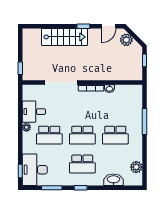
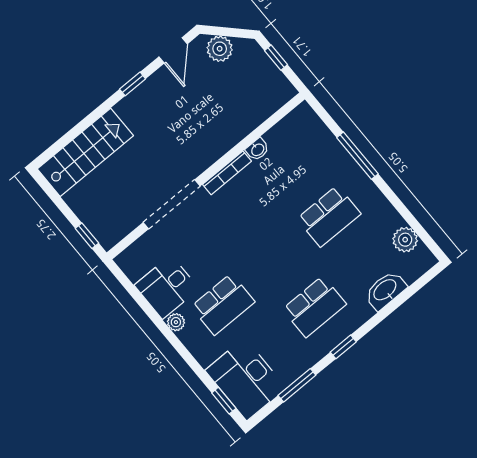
stairs: (64, 37) -> (85, 152), moved
school desk: (82, 135) -> (276, 260), removed

